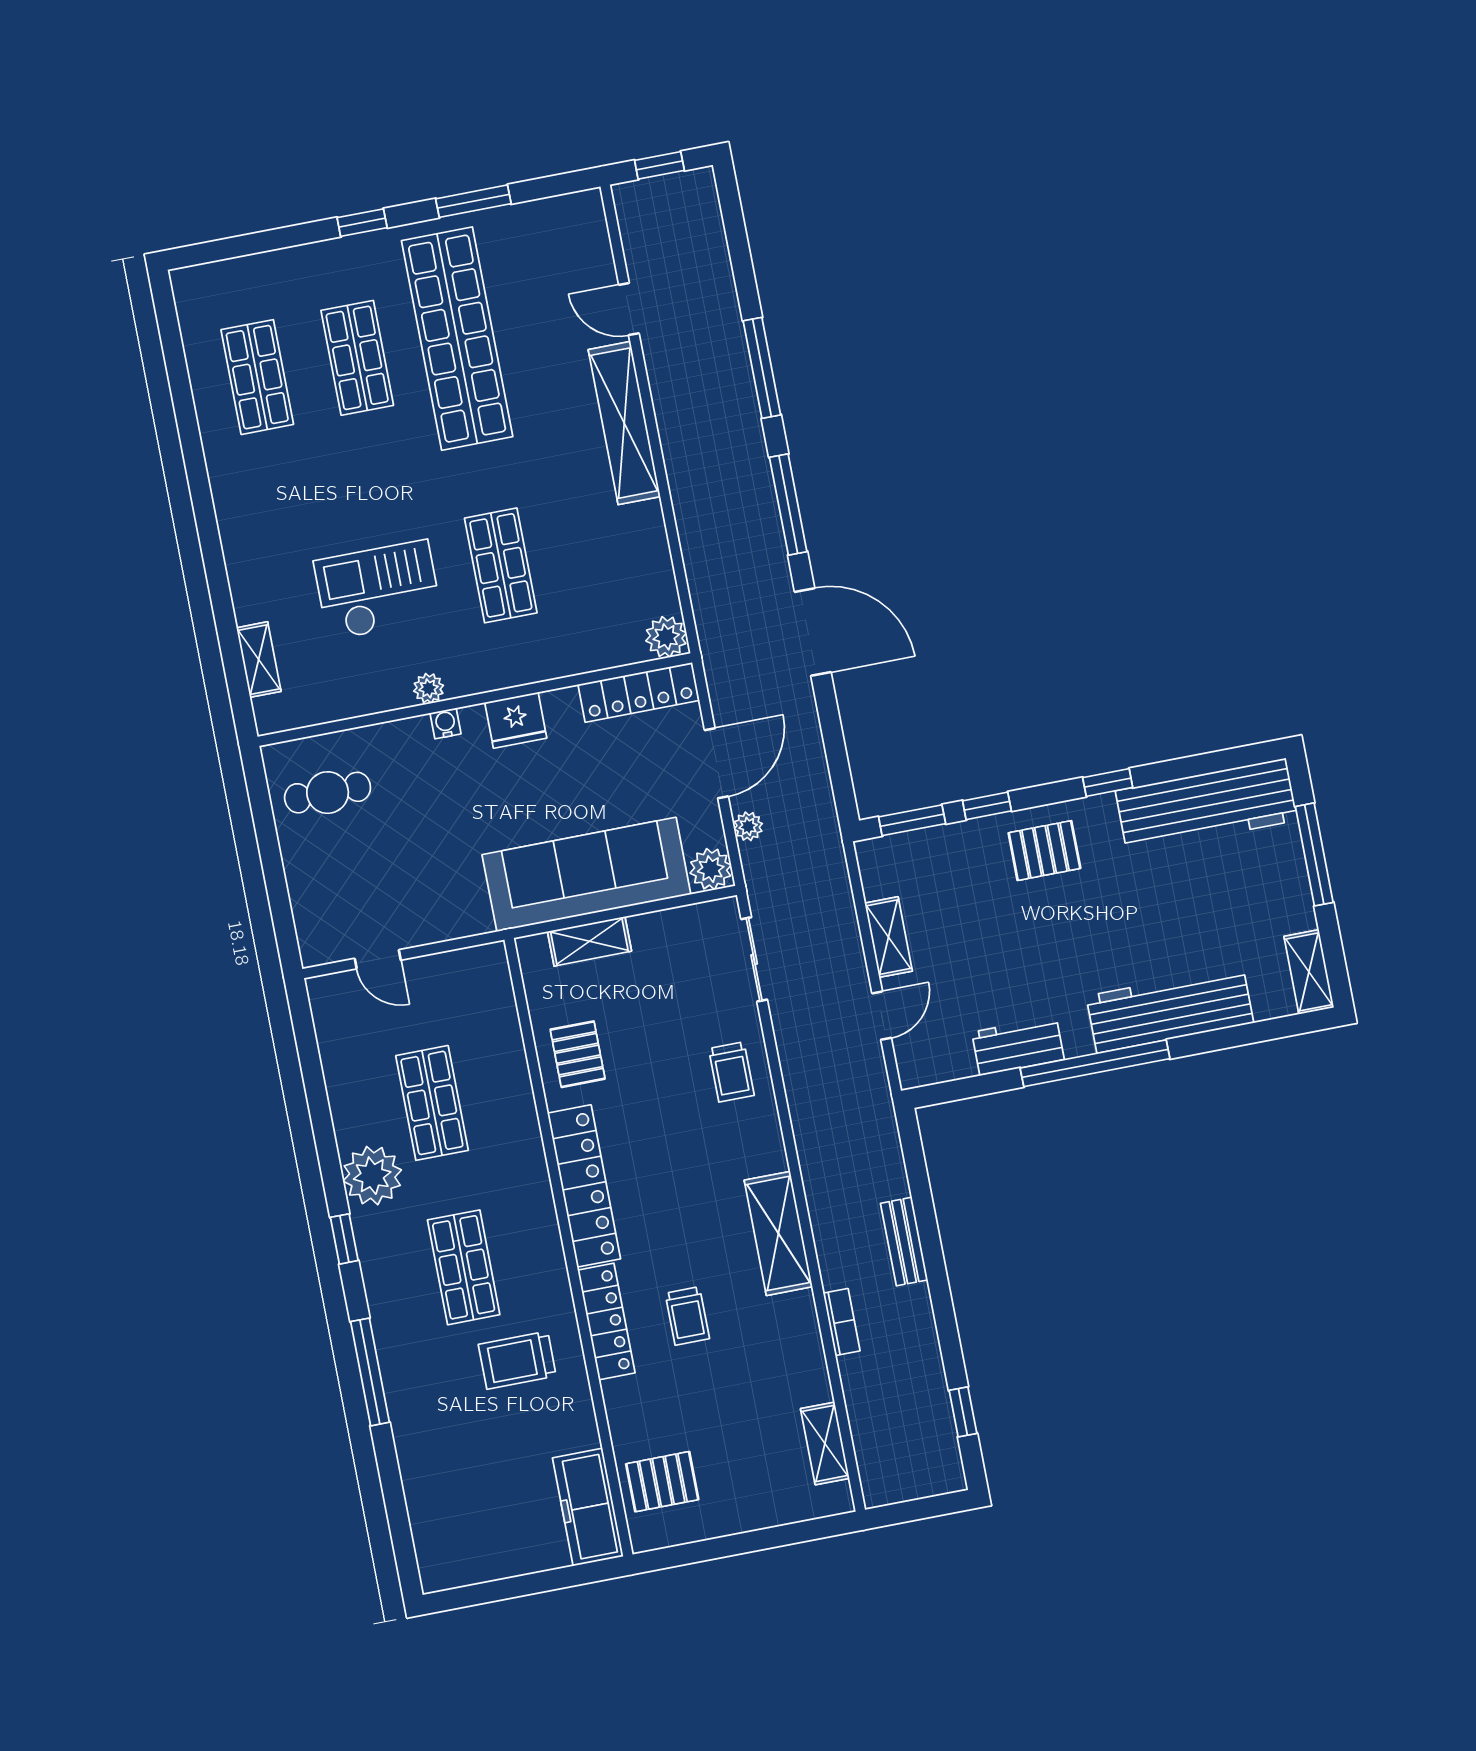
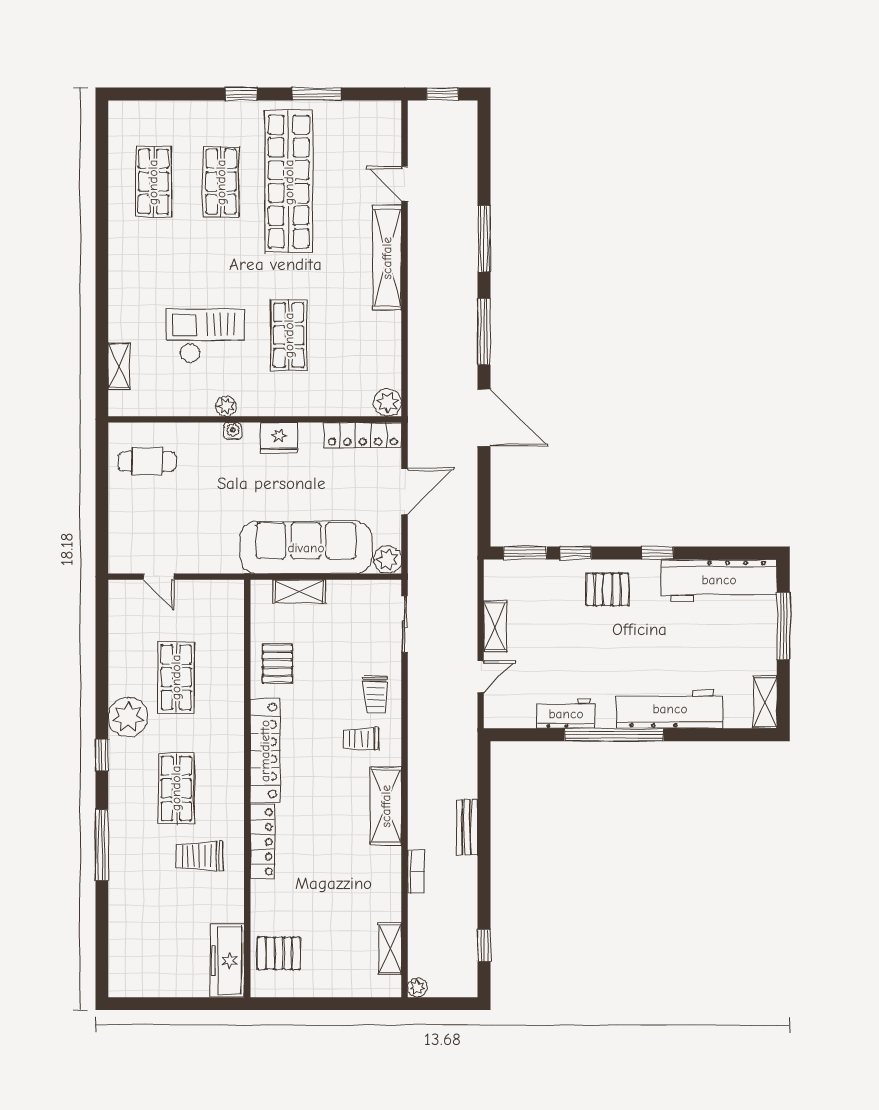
plant: (748, 826) -> (417, 988), moved
trolley: (687, 1316) -> (361, 739), moved, turned 90

